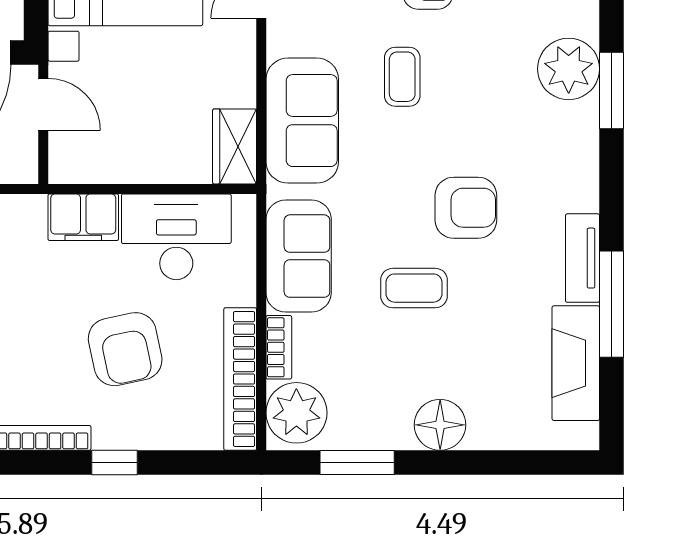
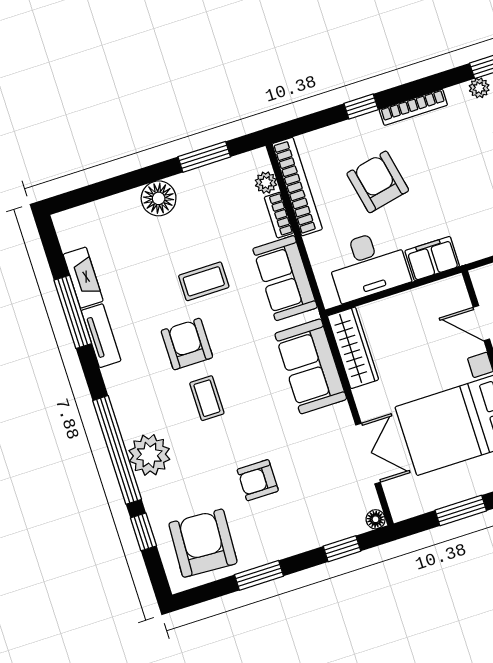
coffee table: (402, 77) -> (207, 398), moved
window: (612, 91) -> (117, 450), width x2.11
wardrobe: (235, 146) -> (353, 348), width x1.50
armchair: (466, 208) -> (187, 344), turned 90
fireplace: (576, 363) -> (83, 278), width x0.73, depth x0.76
plant: (296, 413) -> (266, 183), width x0.53, depth x0.53

